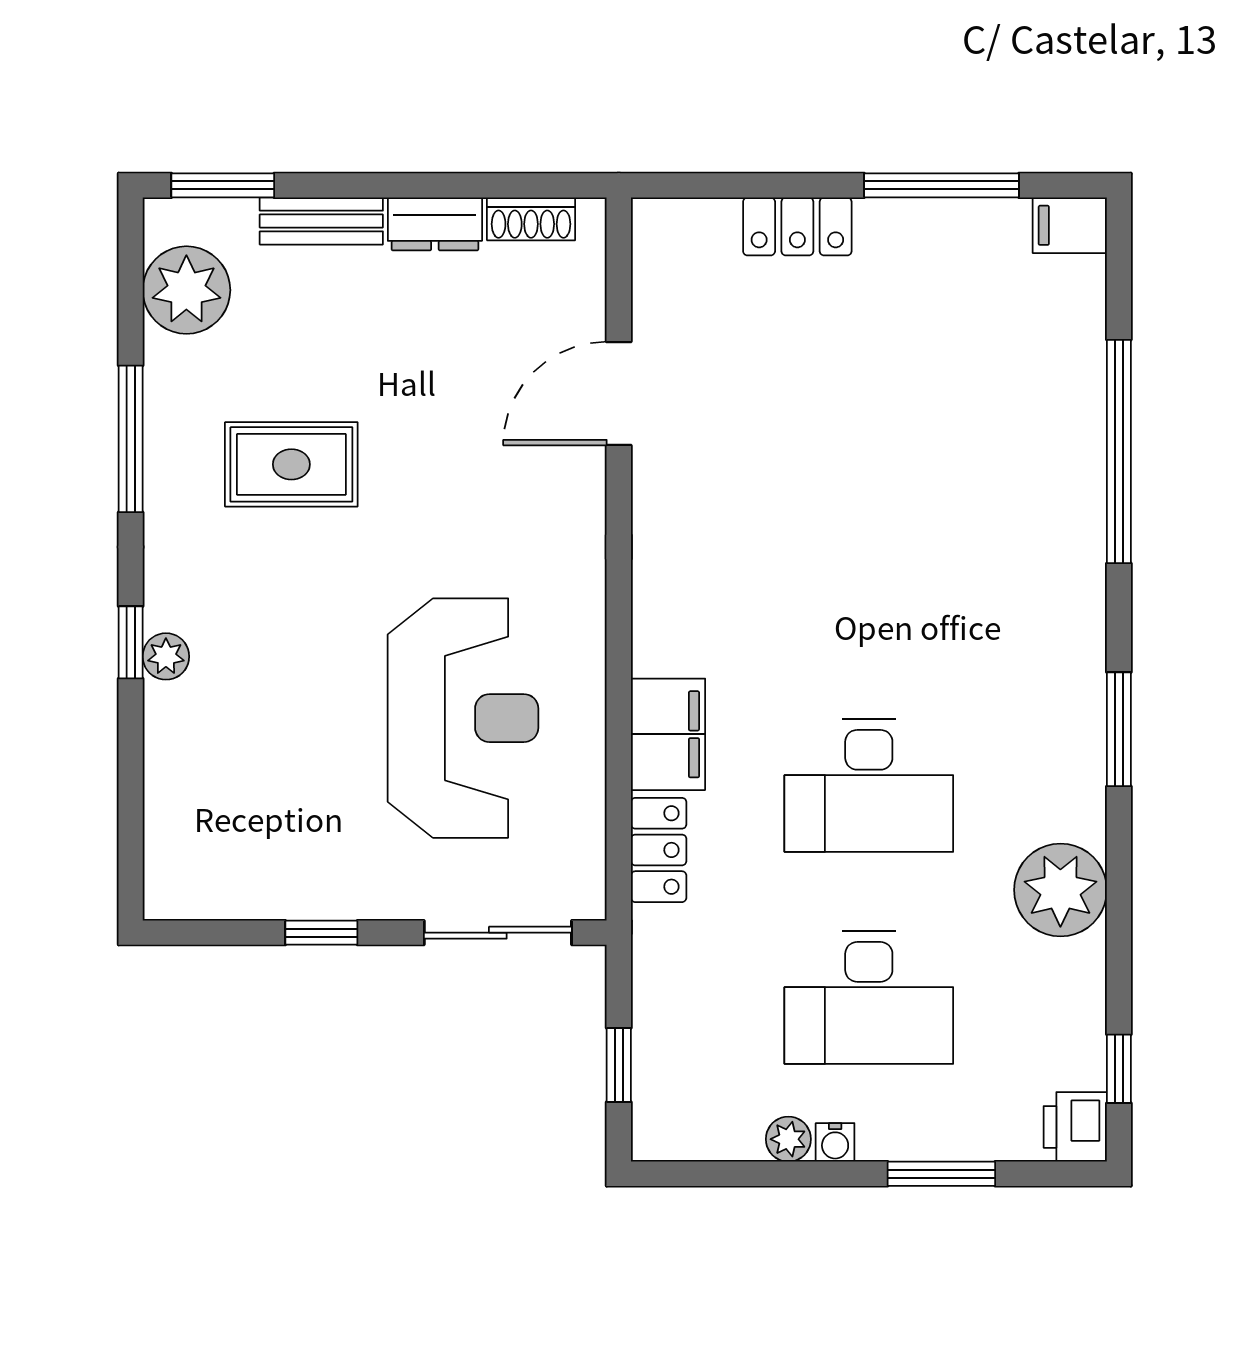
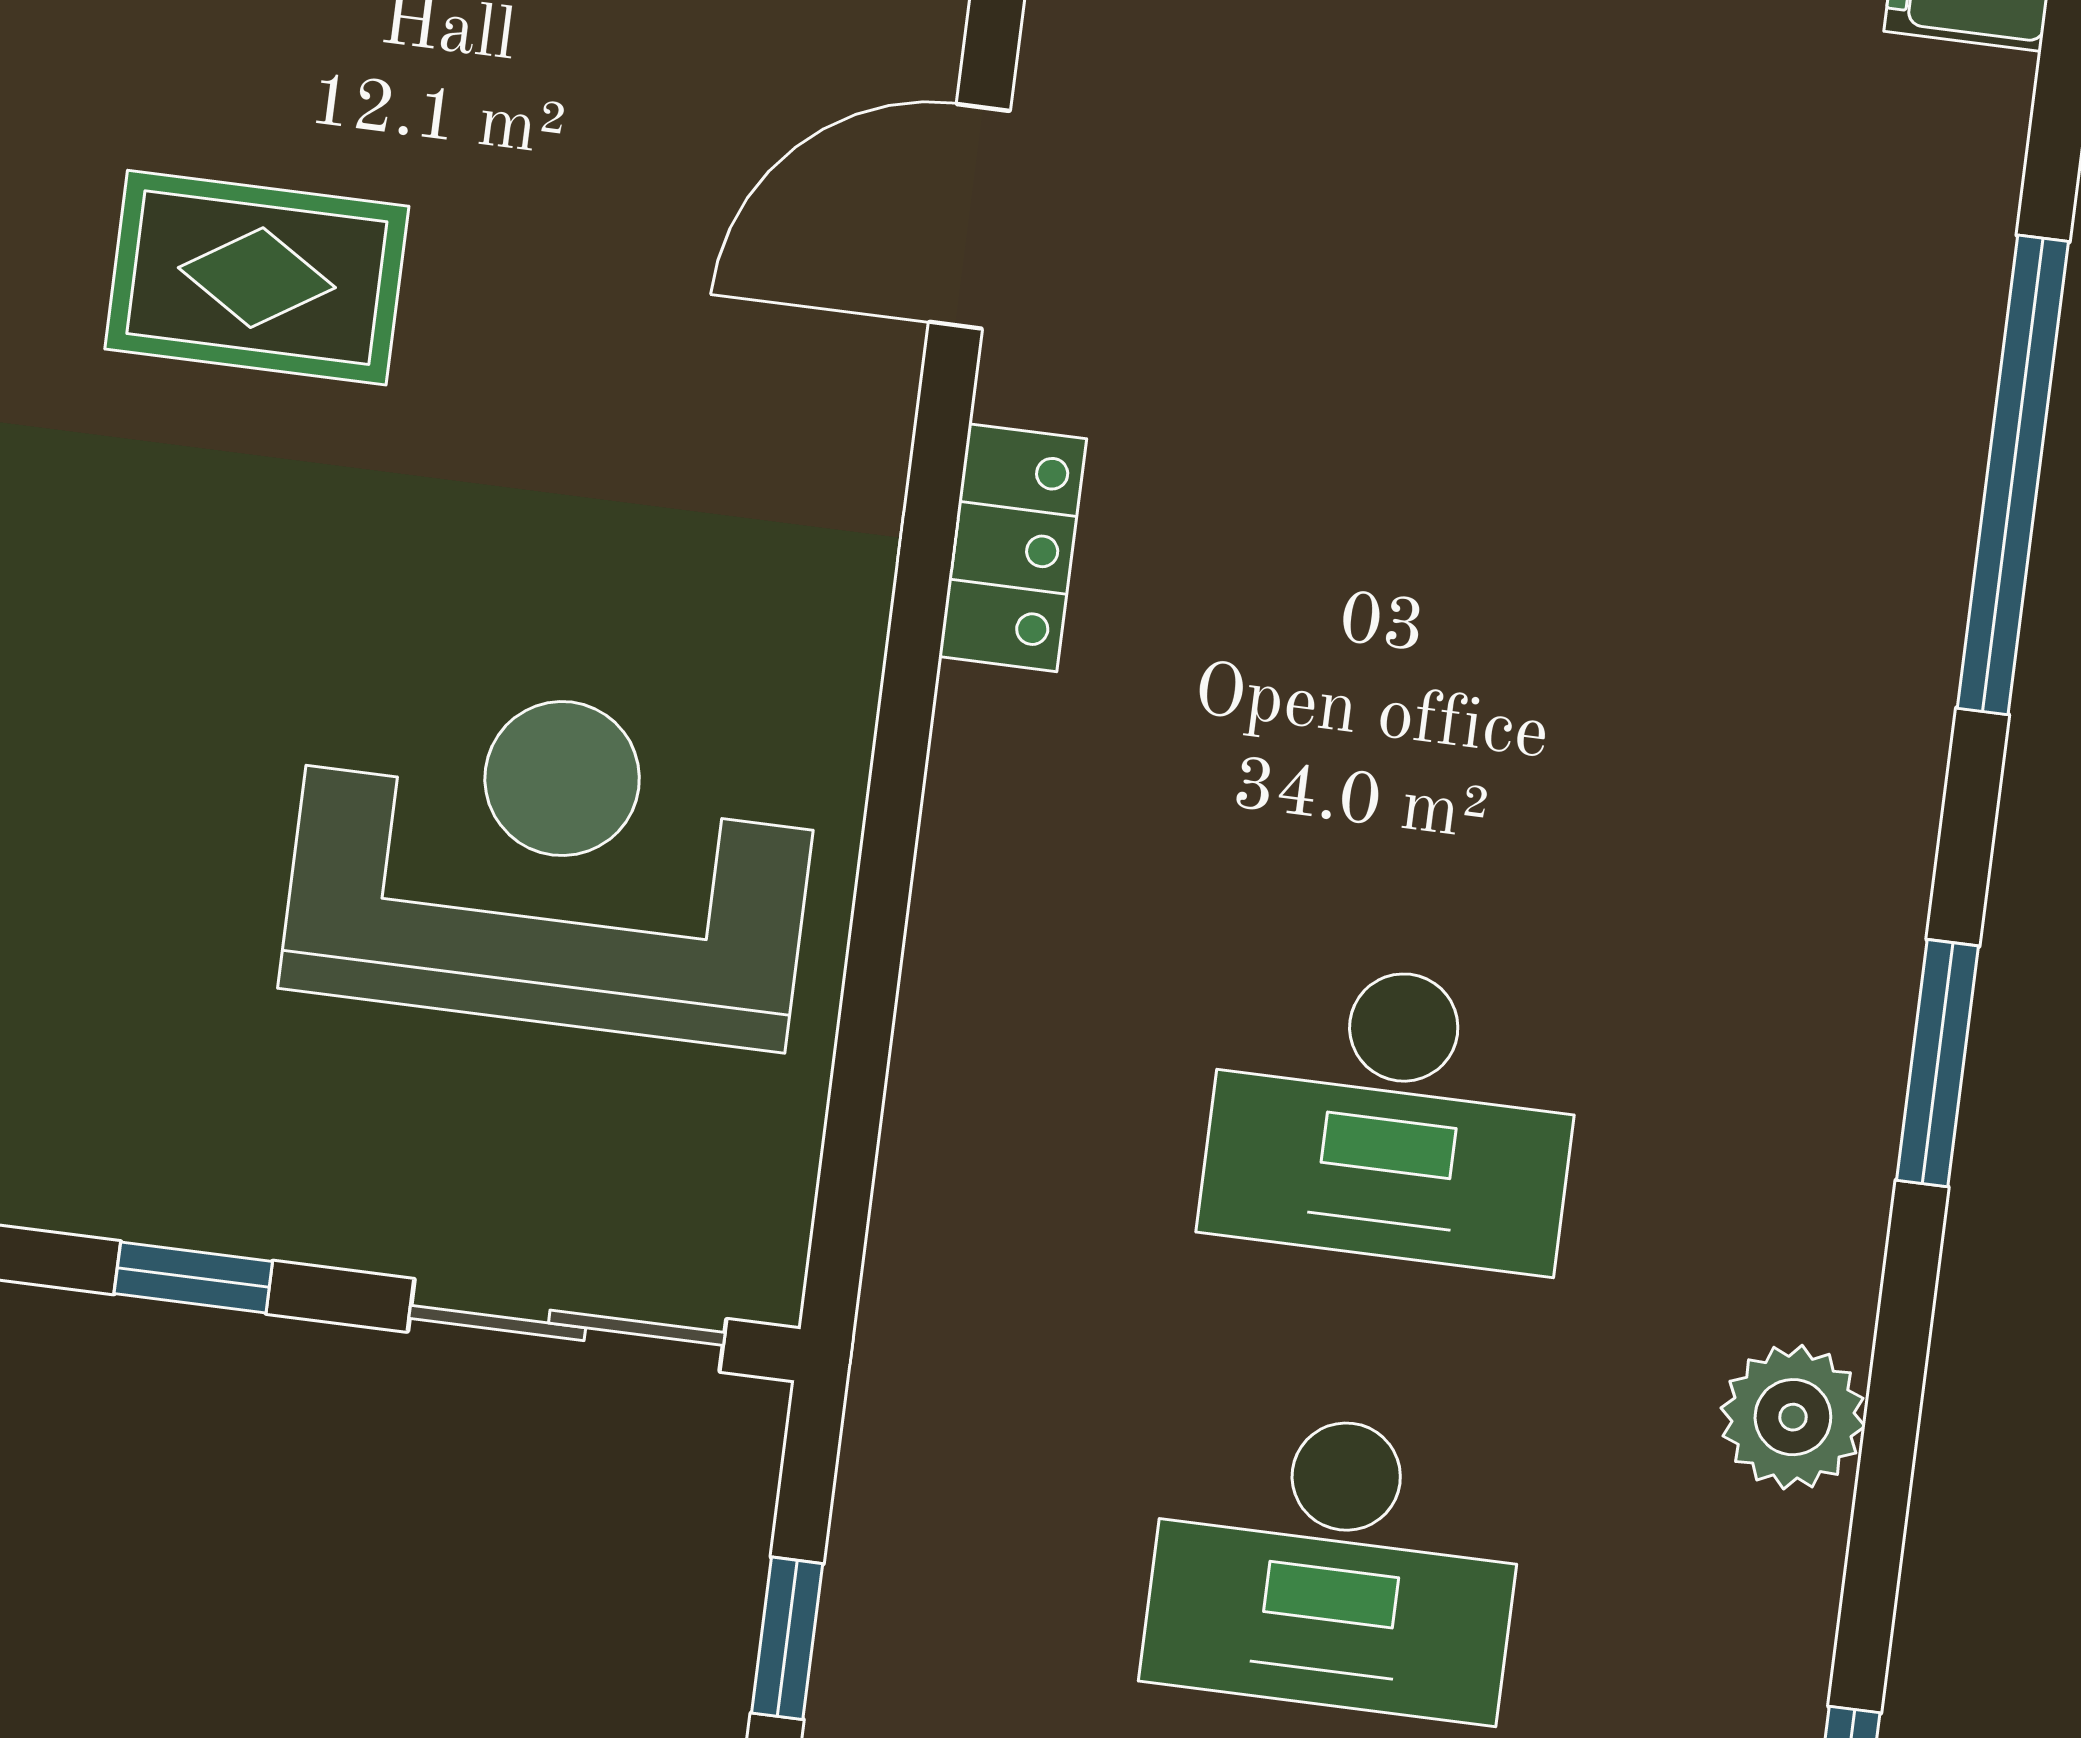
reception desk: (463, 718) -> (551, 861), turned -90
filing cabinet: (668, 734) -> (981, 951), removed
locker: (659, 850) -> (1013, 548), moved
plant: (1060, 890) -> (1793, 1417), width x0.73, depth x0.73

